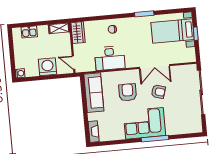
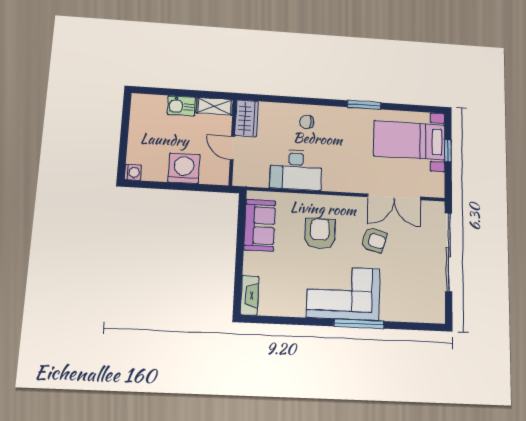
kitchen sink: (29, 32) -> (181, 106), moved
door: (74, 63) -> (232, 148), moved
double door: (155, 67) -> (394, 197), moved
sofa: (94, 93) -> (260, 225), width x0.73

